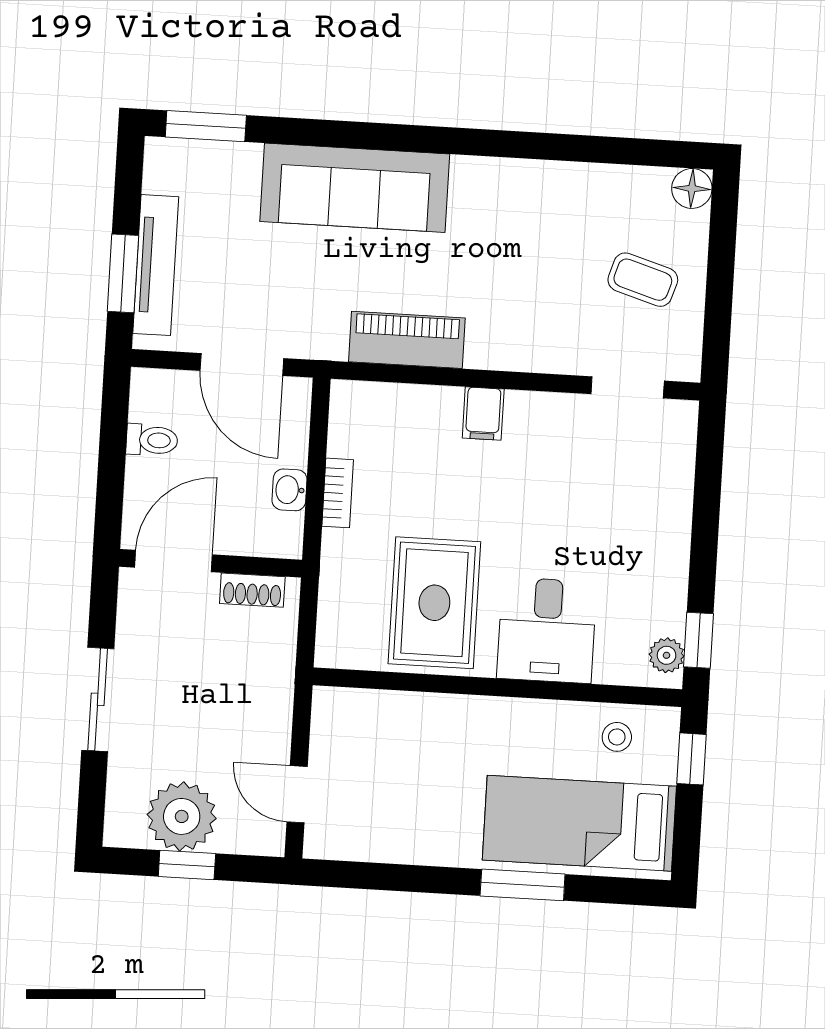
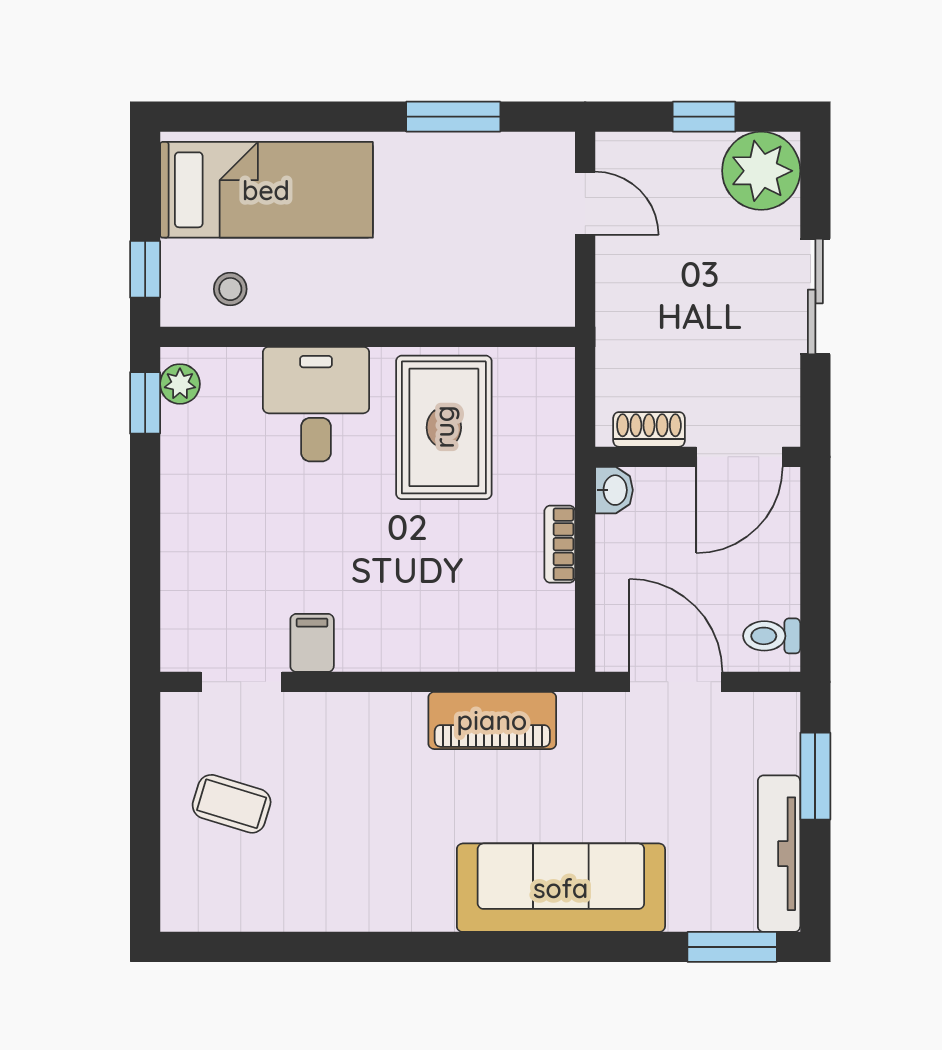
floor lamp: (692, 188) -> (183, 909), removed
tv unit: (156, 265) -> (779, 854), moved
filing cabinet: (483, 414) -> (312, 643), moved
toilet: (152, 440) -> (772, 636), moved
washbasin: (289, 490) -> (614, 490), moved
plant: (182, 816) -> (761, 171), moved
window: (523, 885) -> (453, 117), moved

